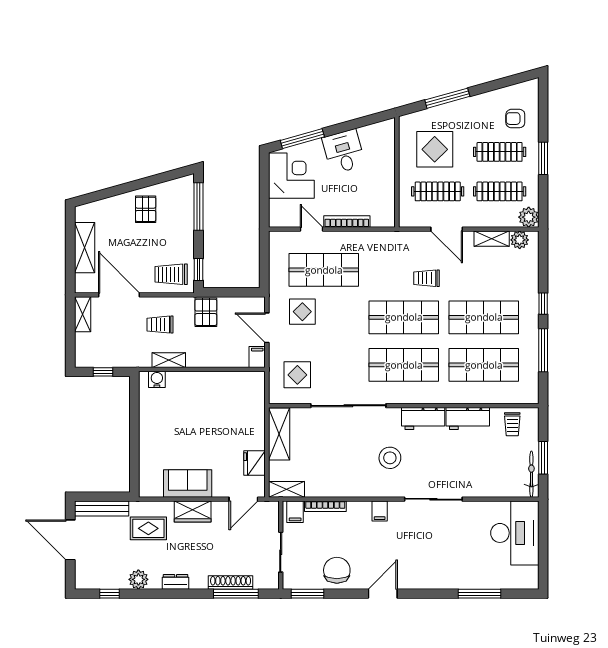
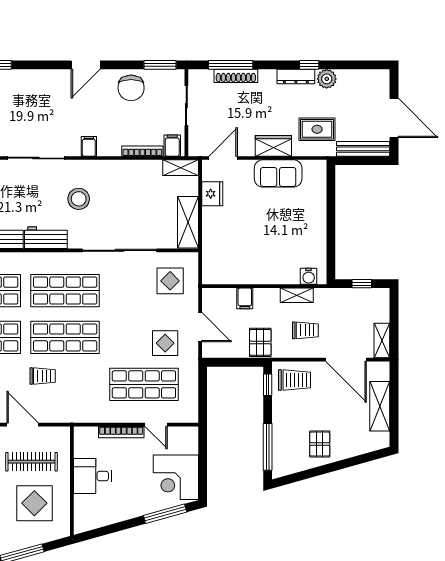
desk: (344, 152) -> (93, 476), moved, turned 106
filing cabinet: (257, 357) -> (245, 298), moved
dresser: (176, 582) -> (296, 76), width x1.44
window: (109, 594) -> (309, 65), moved

